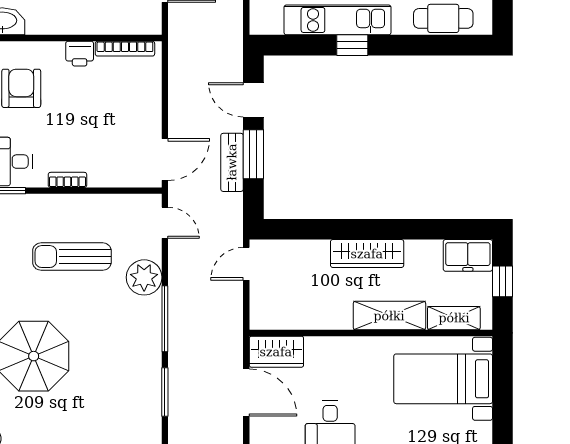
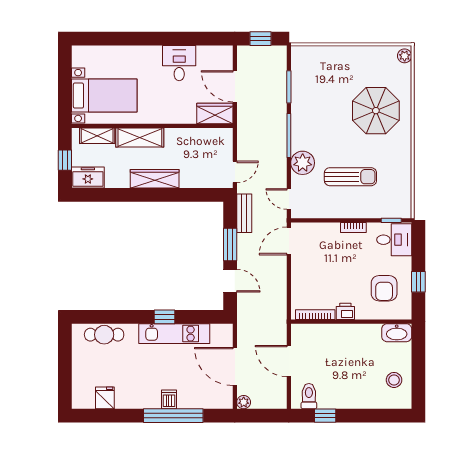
bench: (232, 162) -> (244, 213), moved

